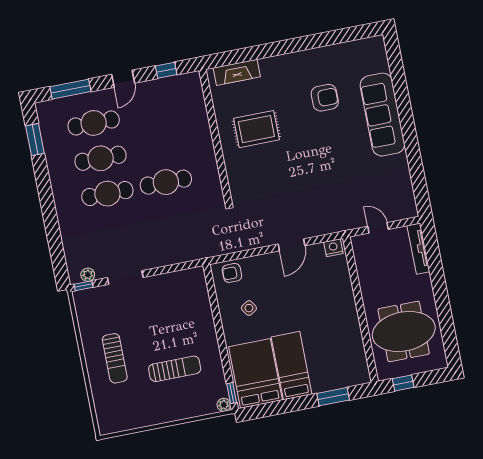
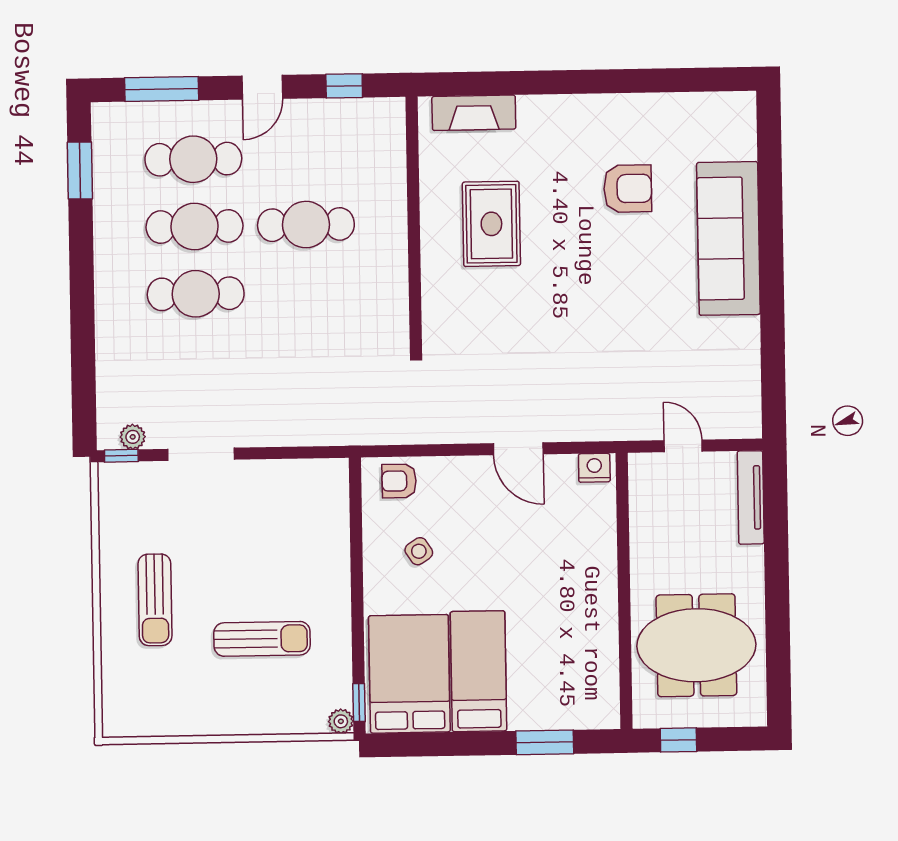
rug: (256, 129) -> (491, 224), turned 90
cafe table: (166, 182) -> (306, 225), moved
door: (292, 245) -> (518, 449), hinge flipped

